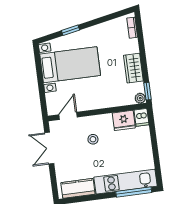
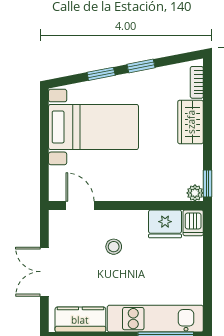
window: (95, 22) -> (141, 66), added
wardrobe: (133, 68) -> (191, 122), moved
door: (68, 116) -> (80, 205), hinge flipped
double door: (49, 148) -> (44, 272), moved

